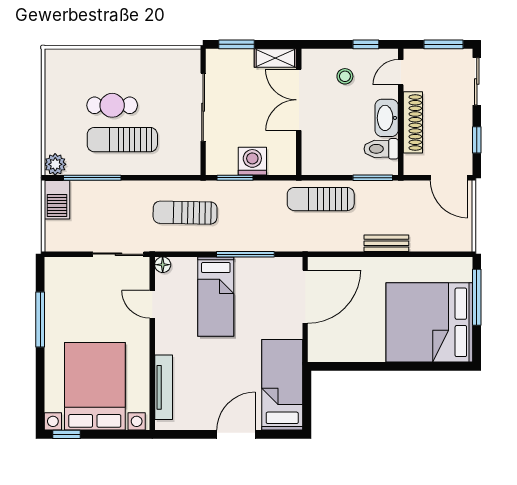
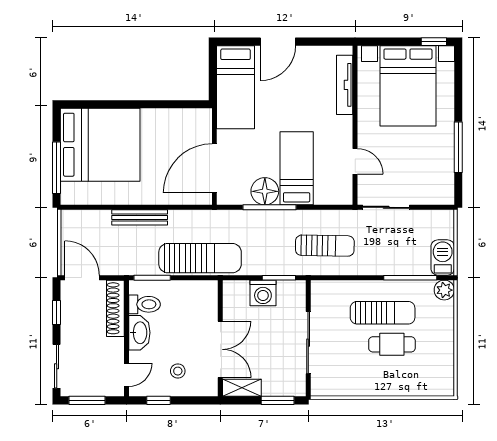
shoe rack: (413, 122) -> (115, 308), moved
sun lounger: (321, 199) -> (200, 258), width x1.36, depth x1.34
bench: (386, 243) -> (140, 217), width x1.36
floor lamp: (163, 265) -> (265, 191), moved, width x1.89, depth x1.89

